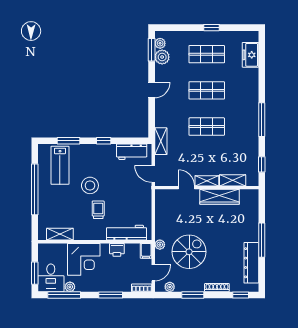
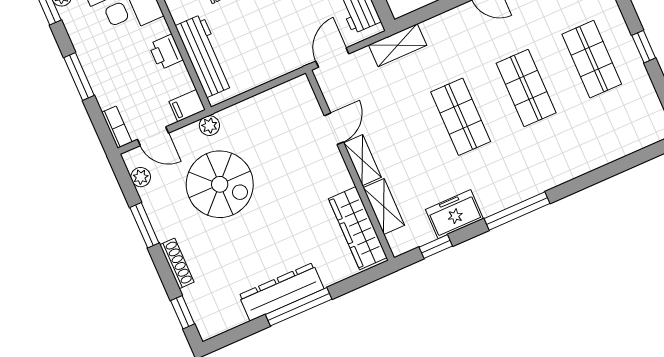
freezer: (250, 55) -> (454, 214), moved
wardrobe: (220, 197) -> (358, 228), moved
dresser: (251, 263) -> (281, 292), moved

